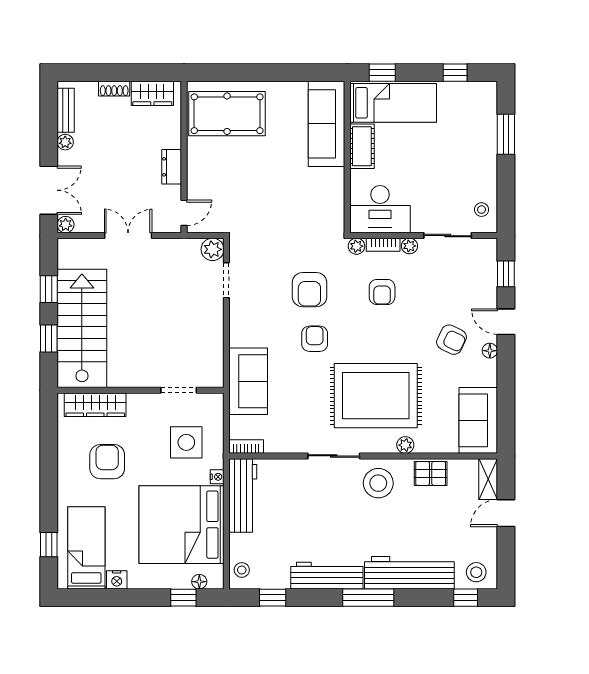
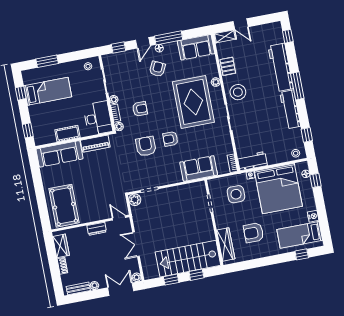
bed: (393, 103) -> (48, 91), moved, turned 90
piano: (333, 195) -> (95, 144), added
armchair: (309, 290) -> (146, 146), turned -90
window: (506, 372) -> (169, 38), added
workbench: (243, 496) -> (252, 161), width x0.73
stool: (476, 572) -> (274, 33), removed

